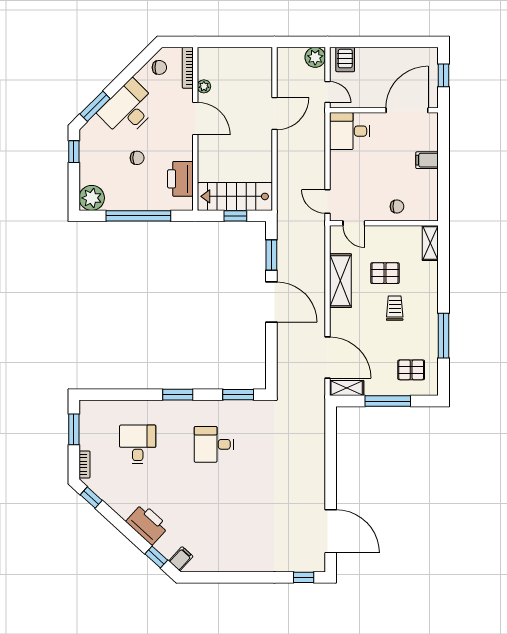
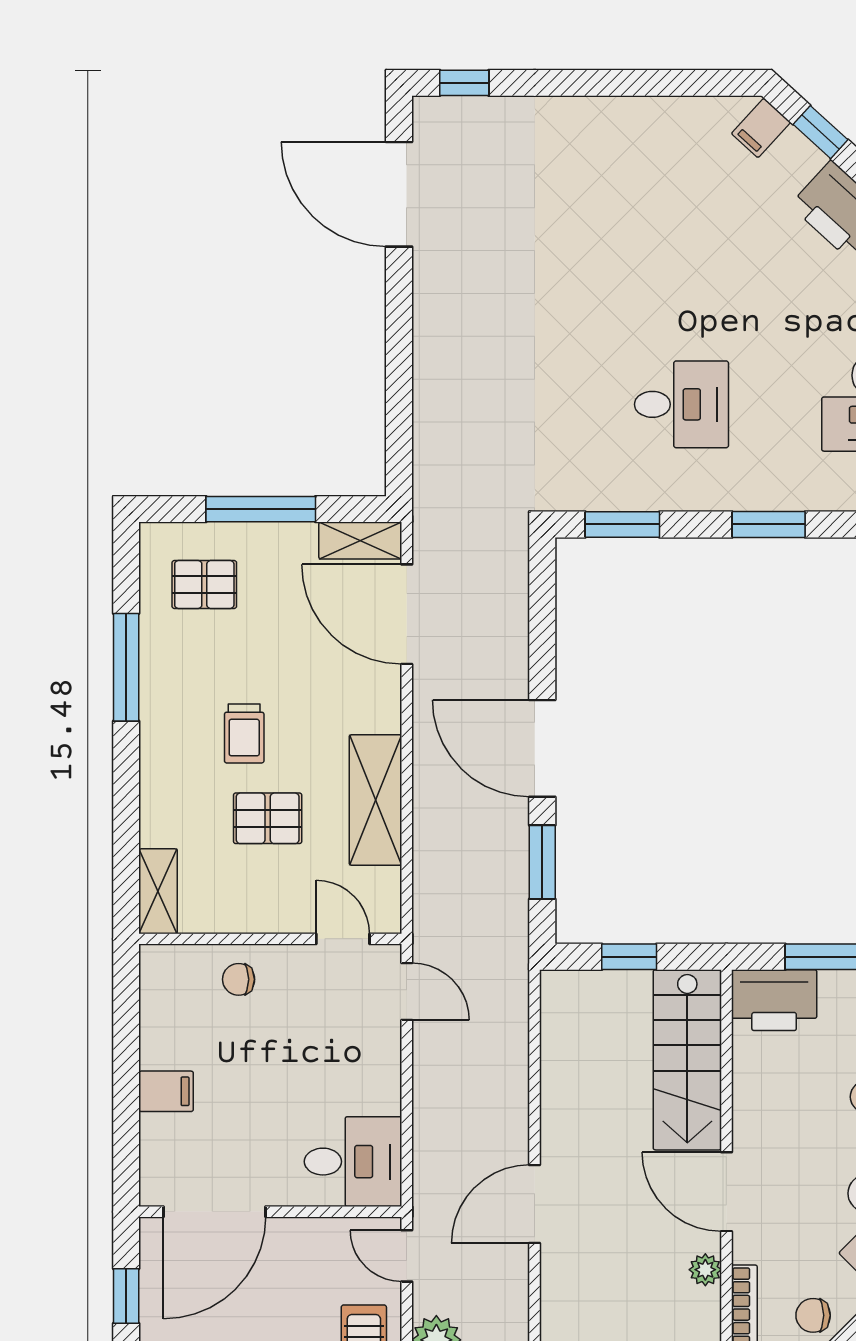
printer: (180, 179) -> (774, 1000), moved, turned 90
stairs: (235, 196) -> (687, 1060), moved, turned 90

